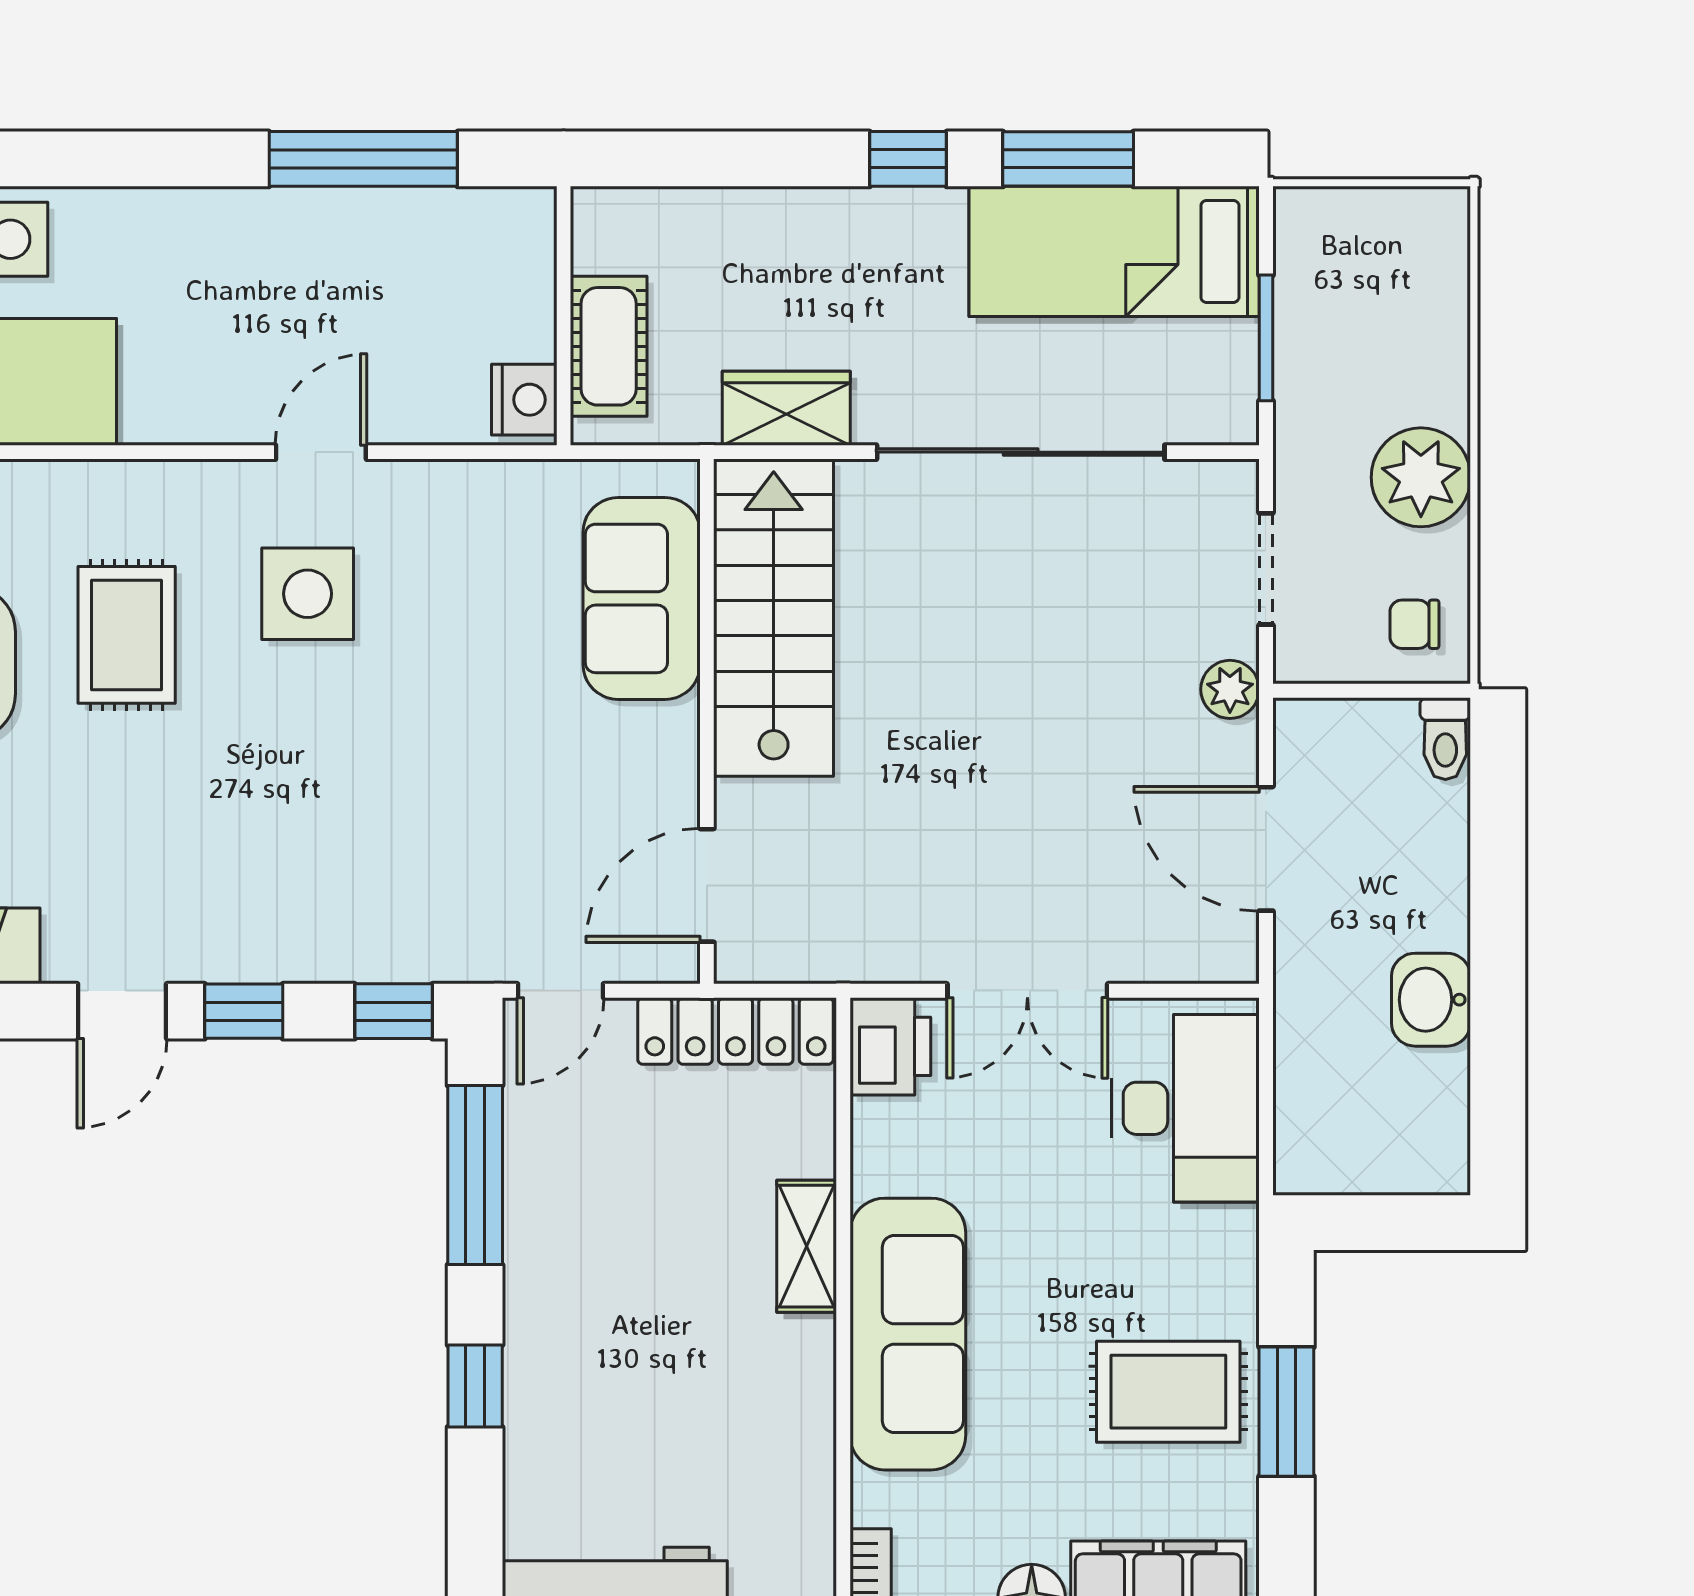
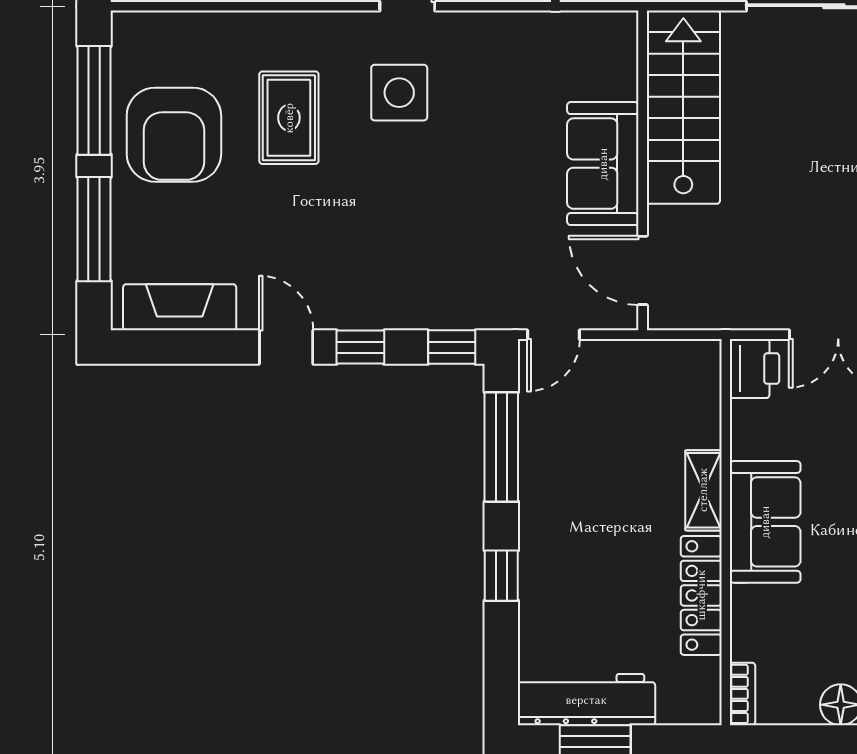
sofa: (642, 598) -> (603, 164), moved
door: (707, 885) -> (643, 270), hinge flipped
door: (122, 1011) -> (286, 347), swing flipped
locker: (735, 1031) -> (701, 595), moved, turned 90
sofa: (908, 1334) -> (765, 522), width x0.73

